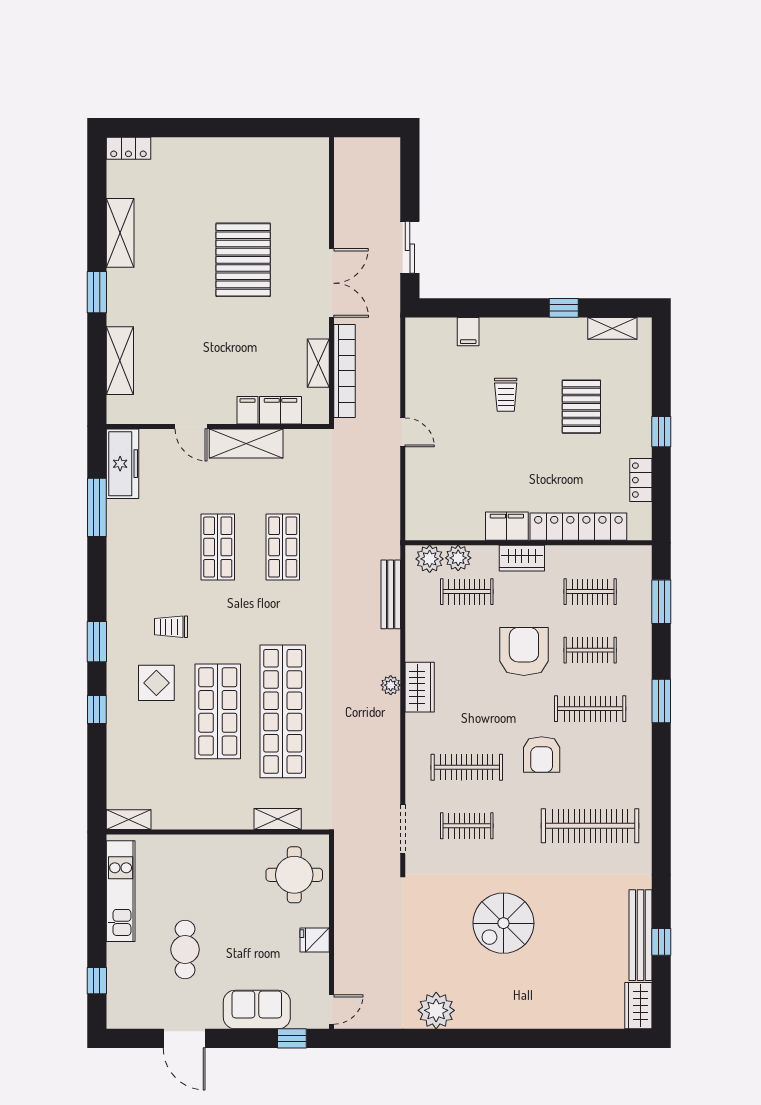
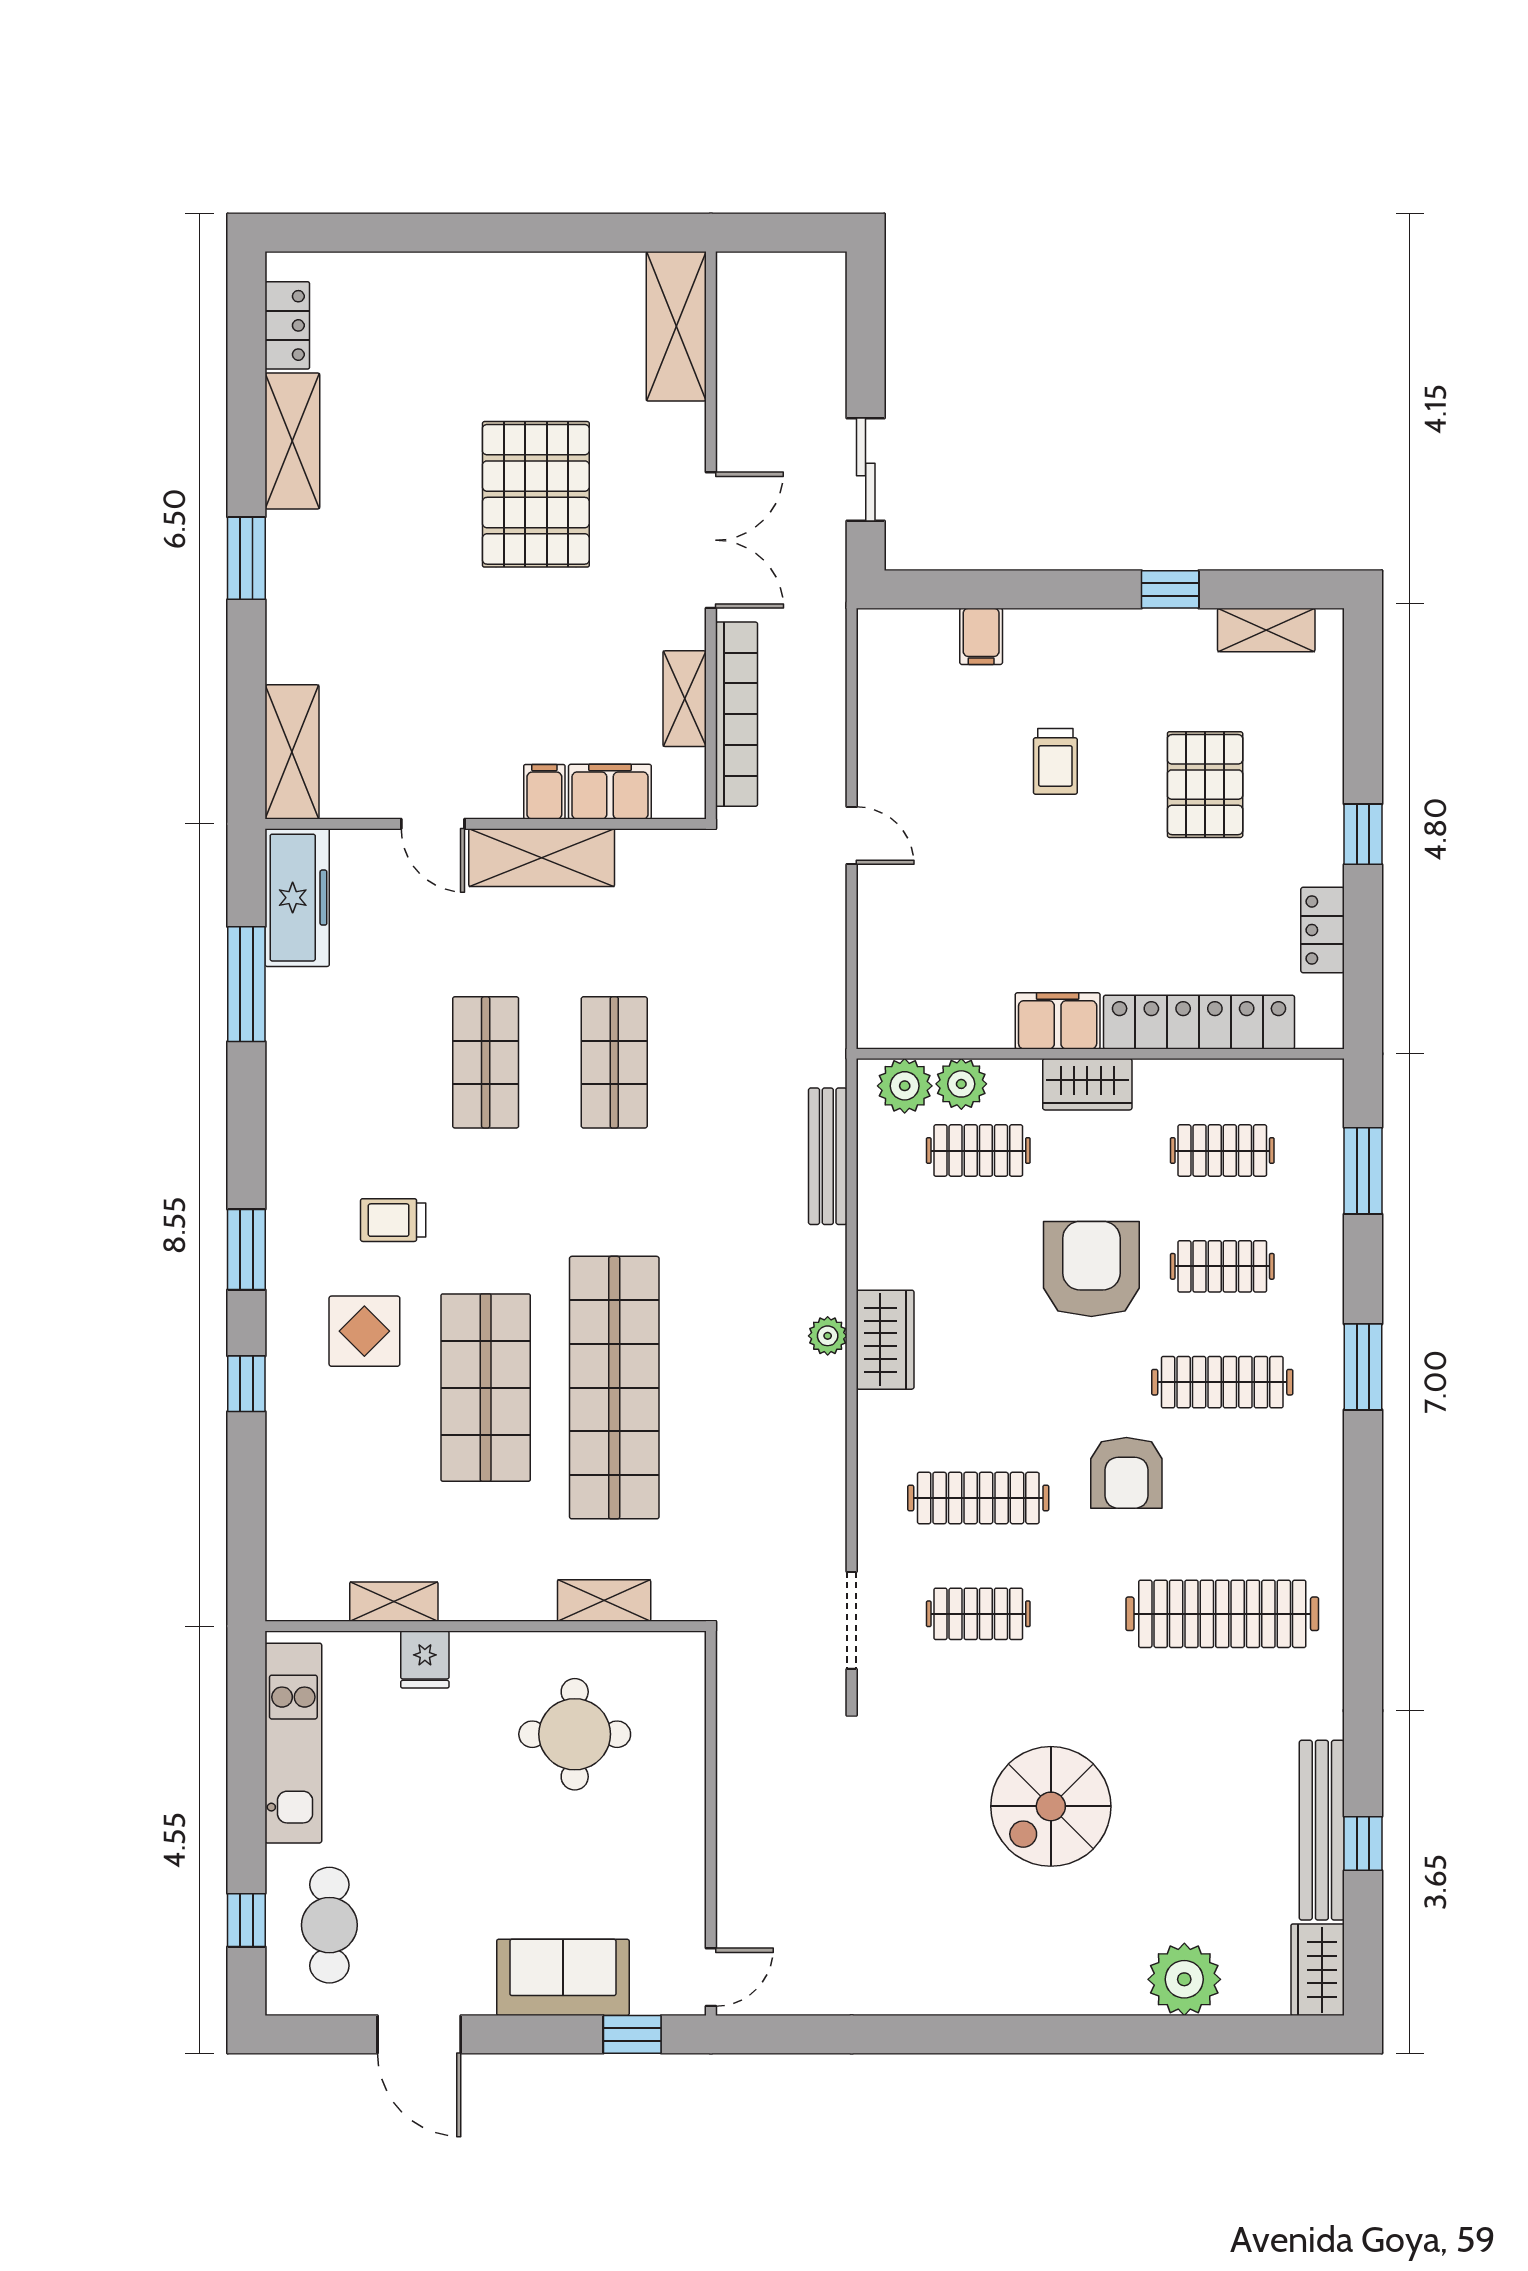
locker: (128, 148) -> (287, 325), moved, turned -90
shelving: (314, 175) -> (676, 326), added
shelving: (120, 361) -> (292, 752), moved
shelving: (129, 820) -> (394, 1602), moved
round table: (294, 875) -> (575, 1734), moved
fridge: (315, 940) -> (425, 1660), moved, turned -90
cafe table: (185, 949) -> (329, 1925), moved
plant: (436, 1010) -> (1184, 1979), moved

